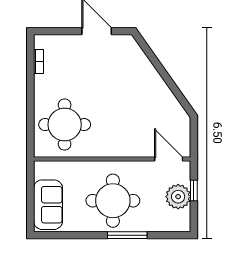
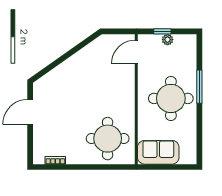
plant: (178, 197) -> (168, 40), width x0.53, depth x0.53
sofa: (48, 205) -> (158, 152), moved

